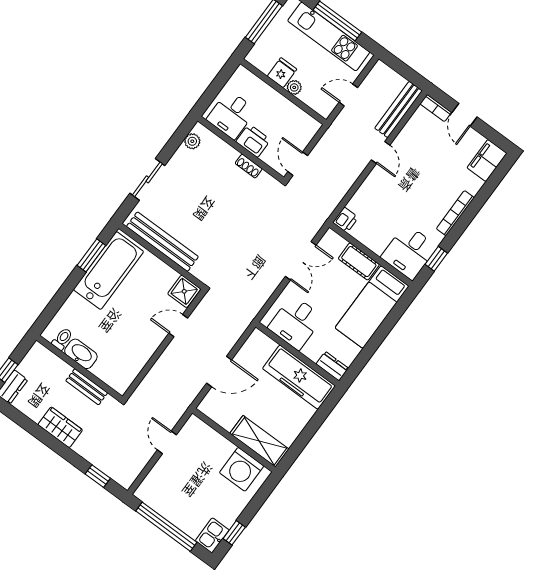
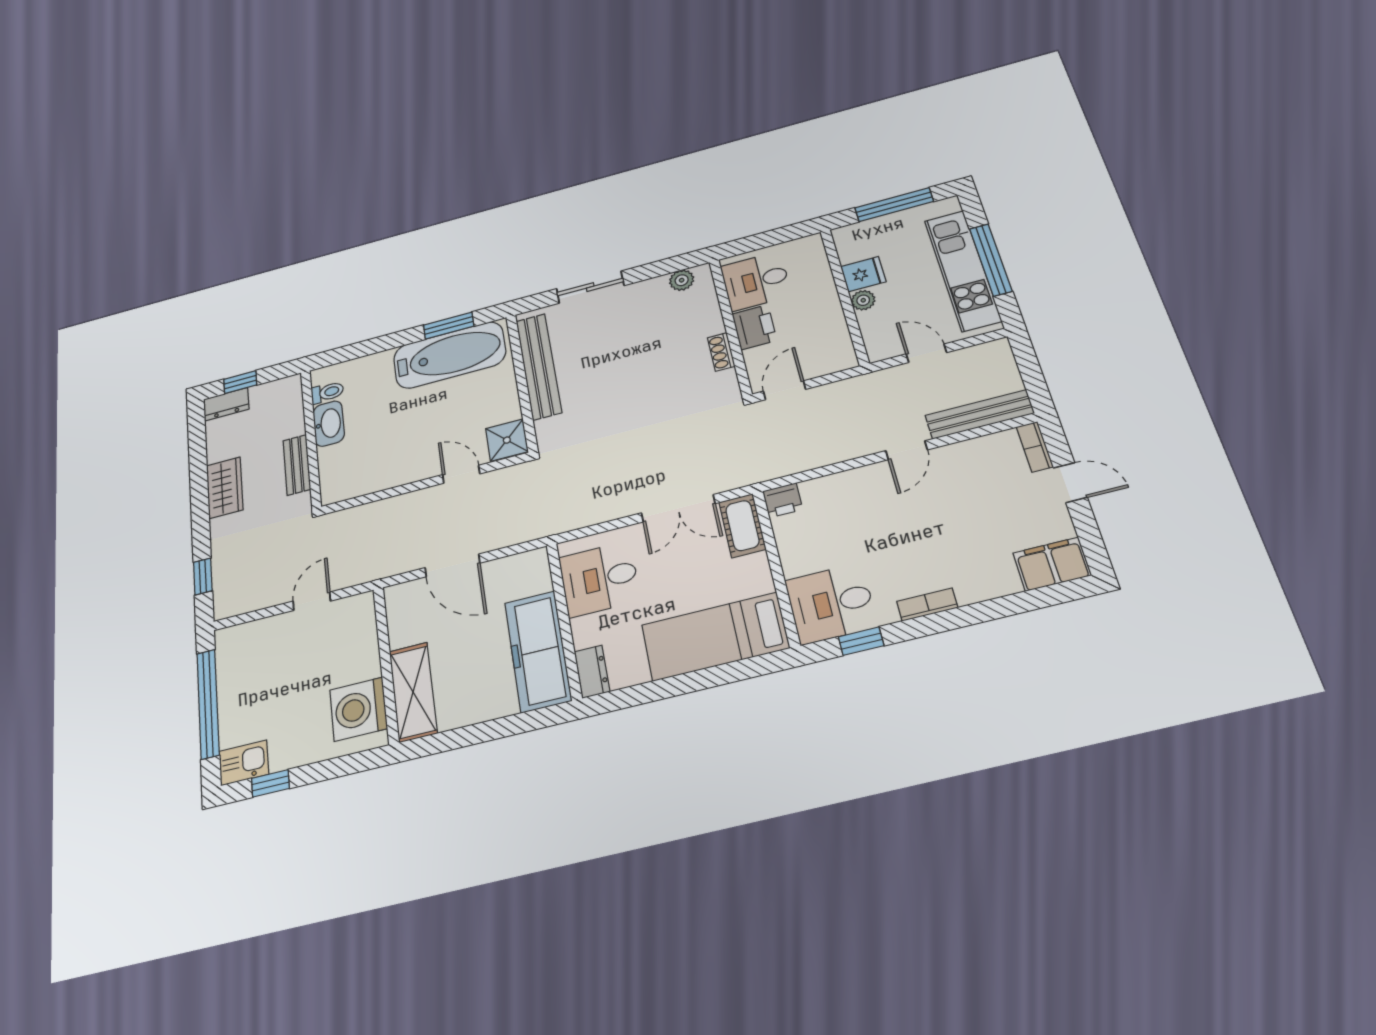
door: (465, 115) -> (1070, 483), swing flipped
bookcase: (455, 213) -> (927, 605), width x0.64
cot: (359, 262) -> (742, 526), moved

